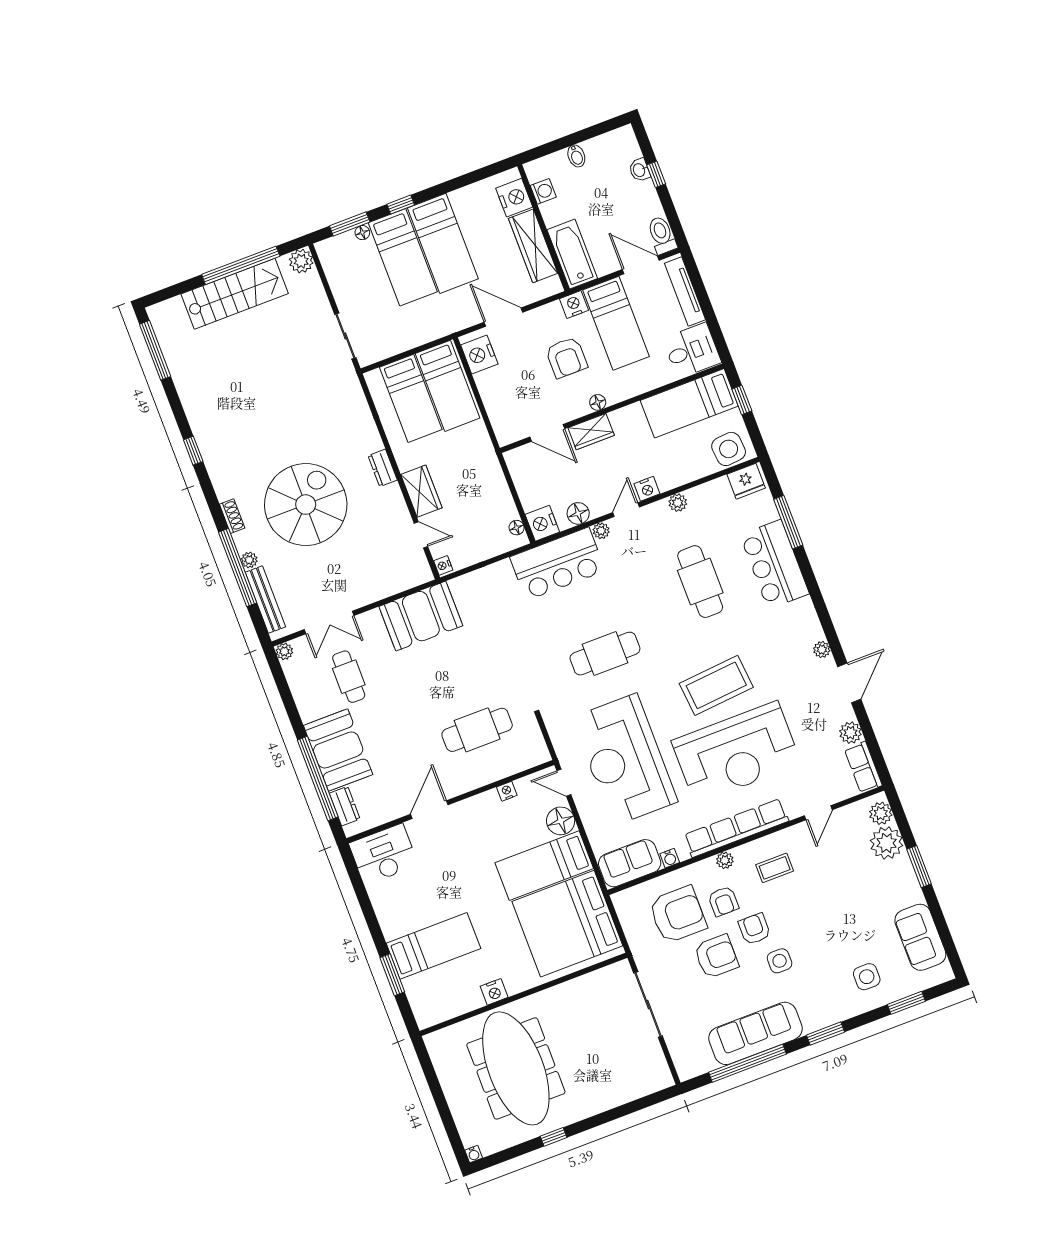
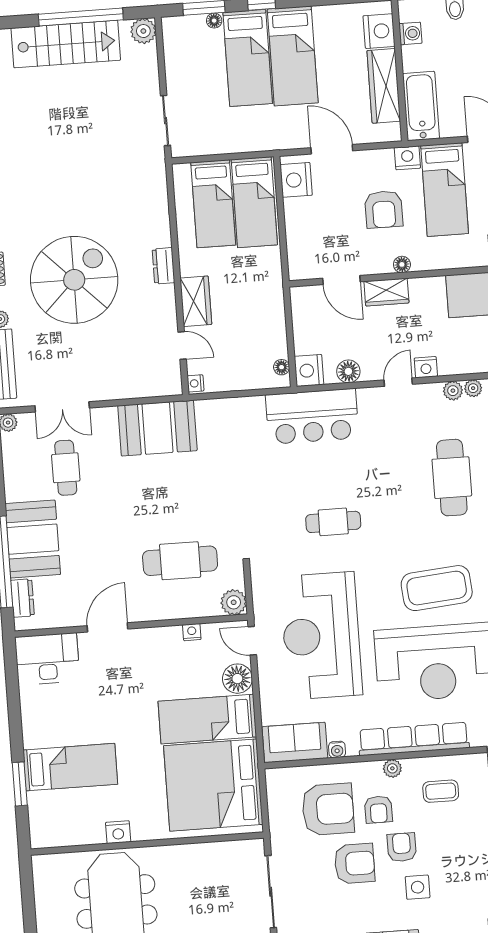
plant: (601, 531) -> (473, 388), moved
cafe table: (605, 654) -> (333, 522), width x0.73, depth x0.74
plant: (537, 753) -> (234, 602), added

